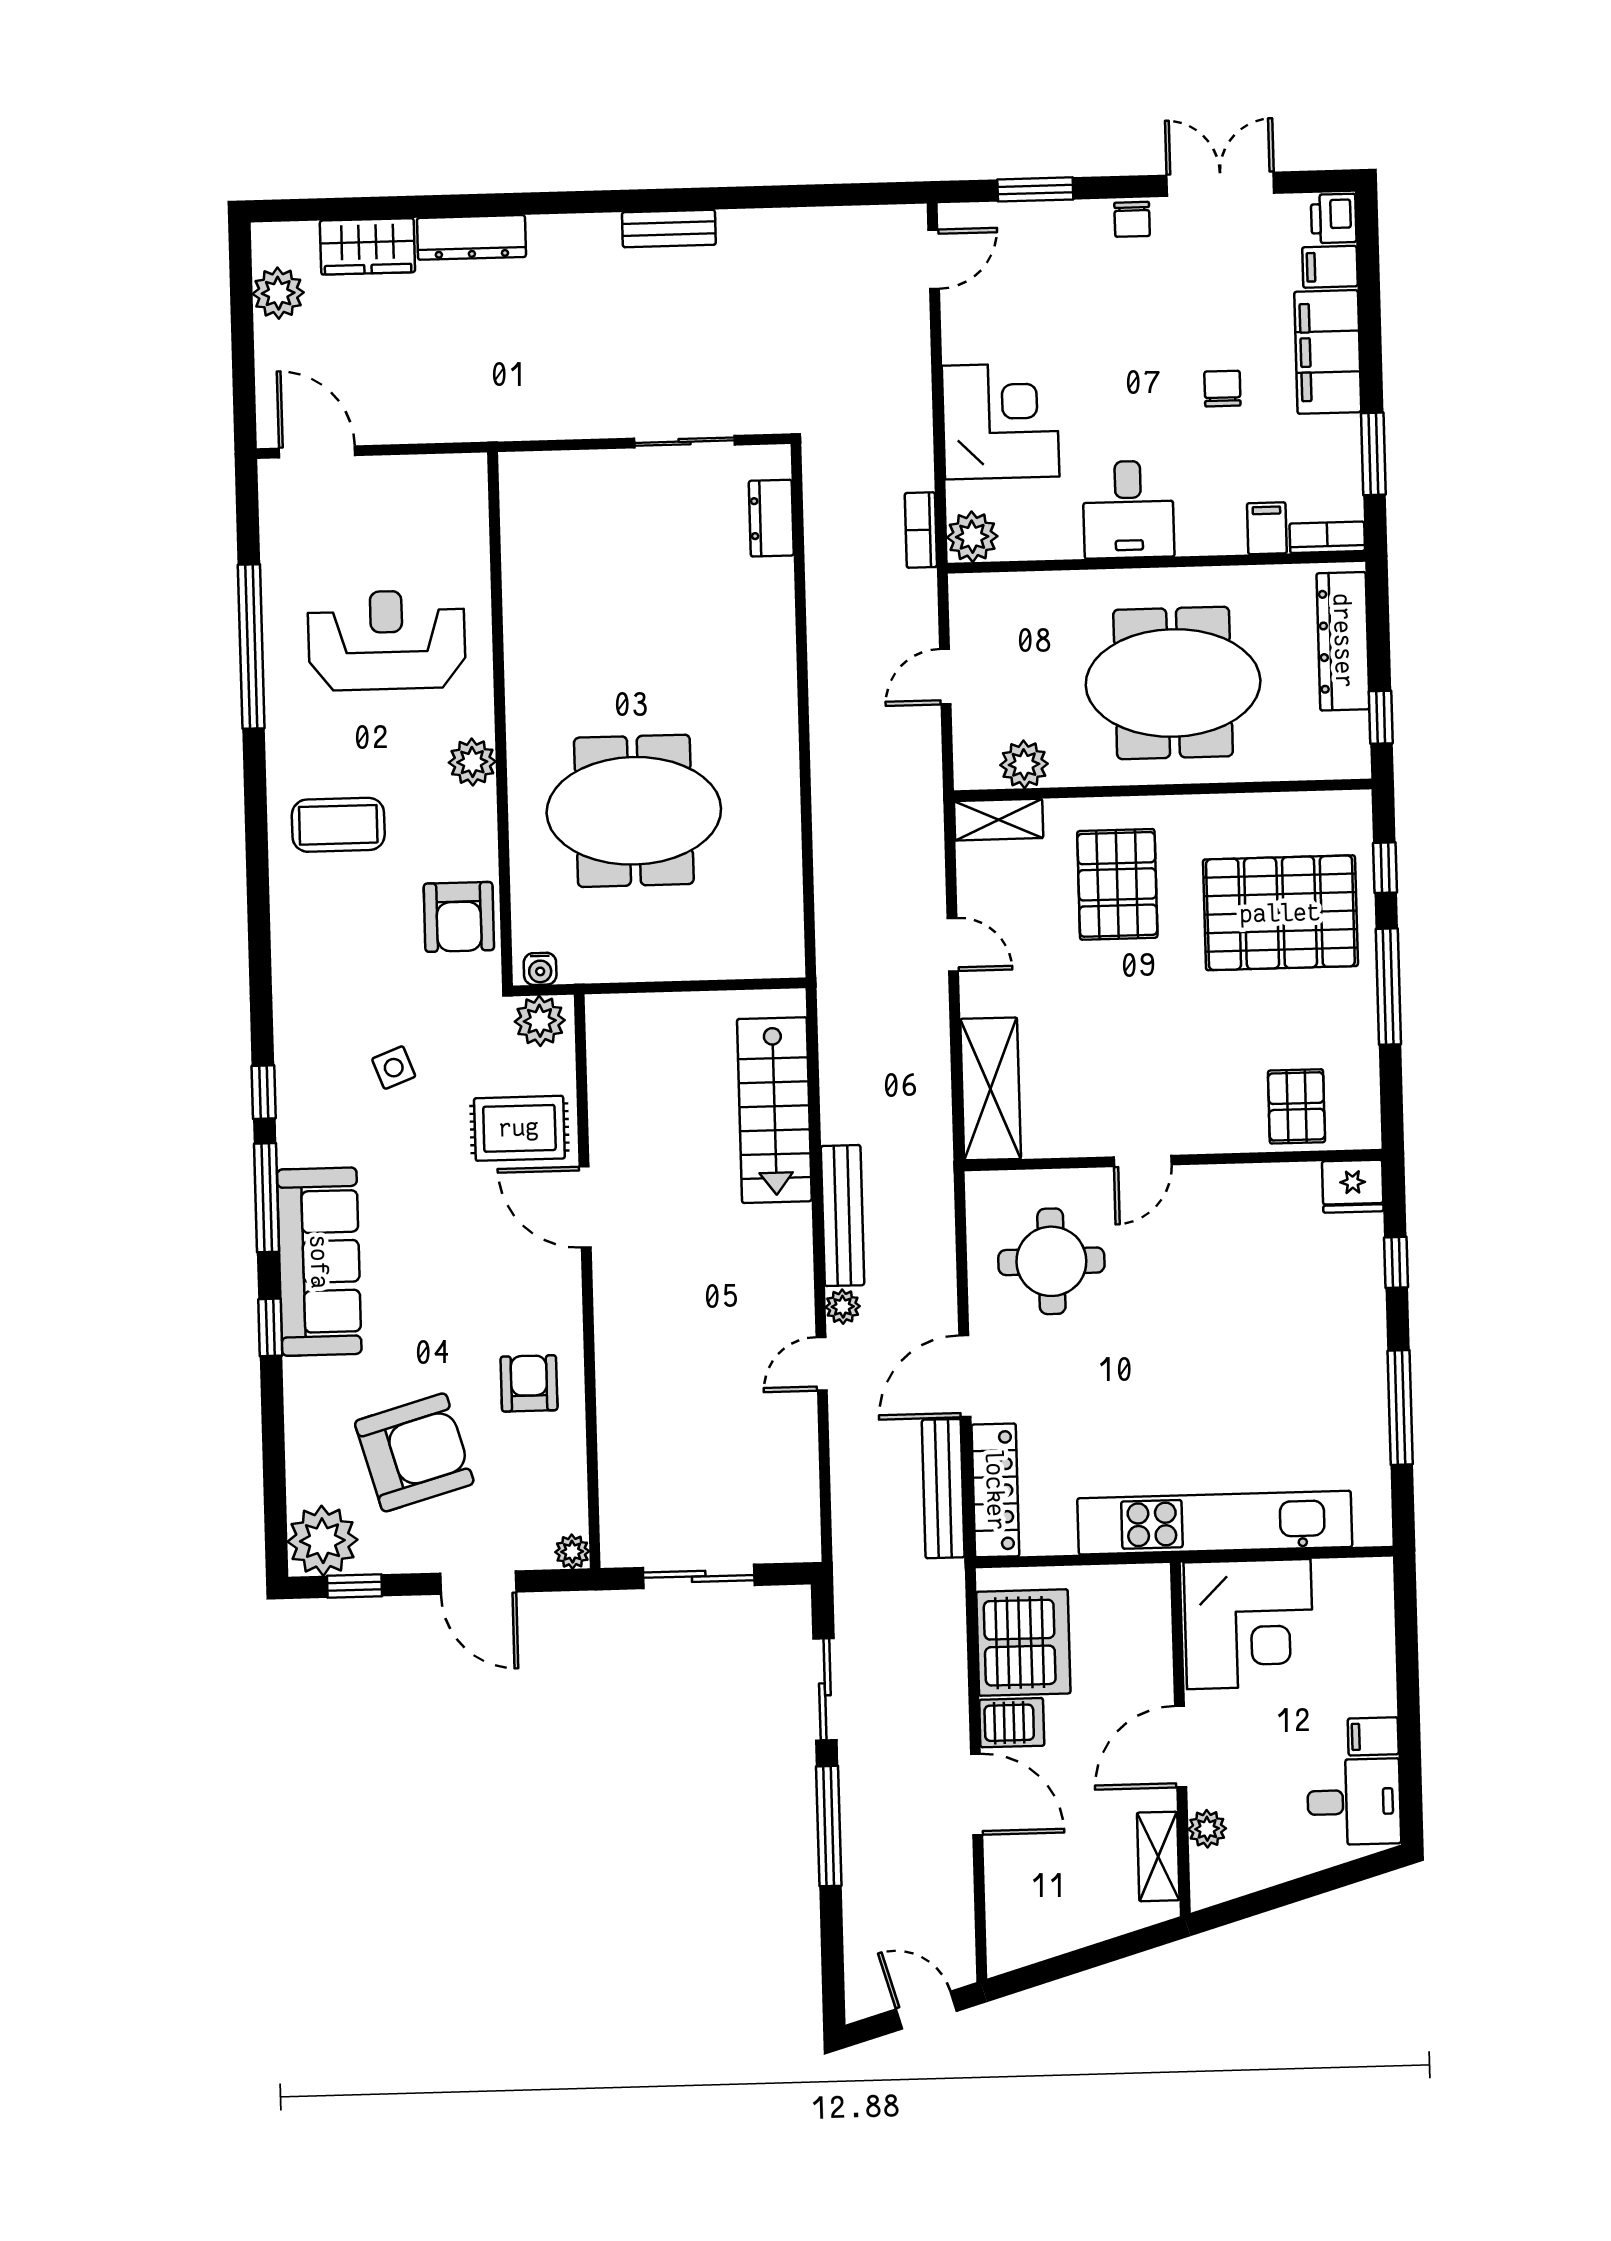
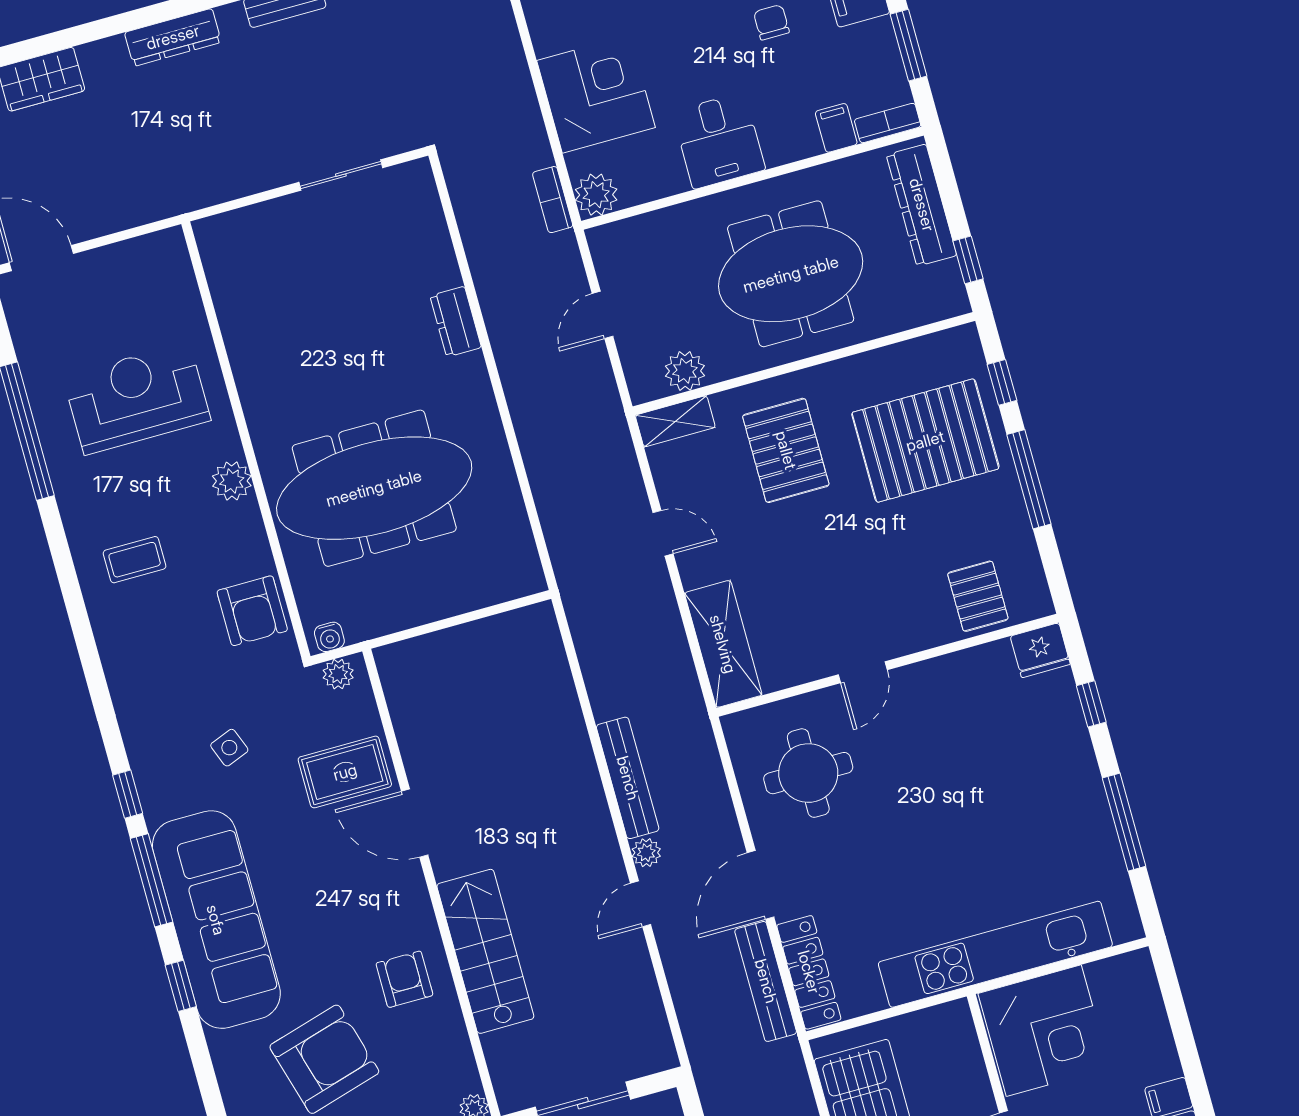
dresser: (471, 237) -> (173, 37), moved
dresser: (771, 518) -> (456, 322), moved
meeting table: (634, 811) -> (374, 488), width x1.36
coffee table: (338, 825) -> (135, 560), width x0.73, depth x0.77
plant: (540, 1021) -> (338, 674), width x0.73, depth x0.73
stairs: (774, 1110) -> (485, 951), moved, turned 180
sofa: (319, 1262) -> (216, 920), width x1.36, depth x1.27

